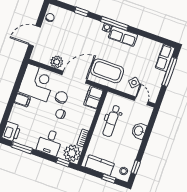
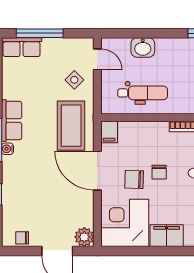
plant: (57, 62) -> (84, 237), moved
filing cabinet: (93, 97) -> (109, 132), width x0.50
filing cabinet: (22, 100) -> (167, 236), width x2.00
door: (141, 101) -> (97, 59), swing flipped

